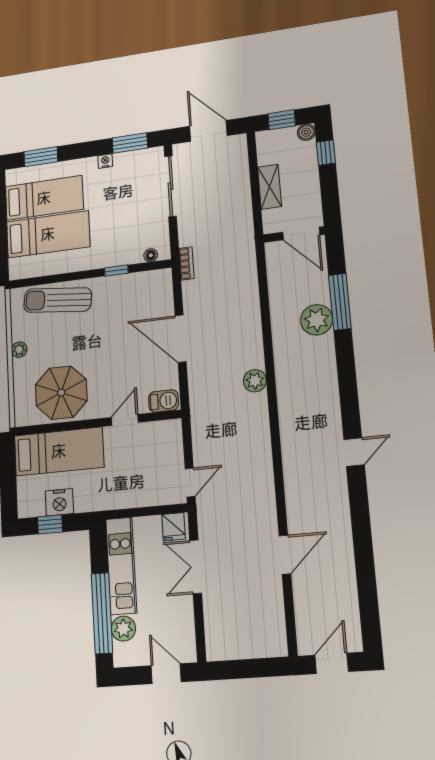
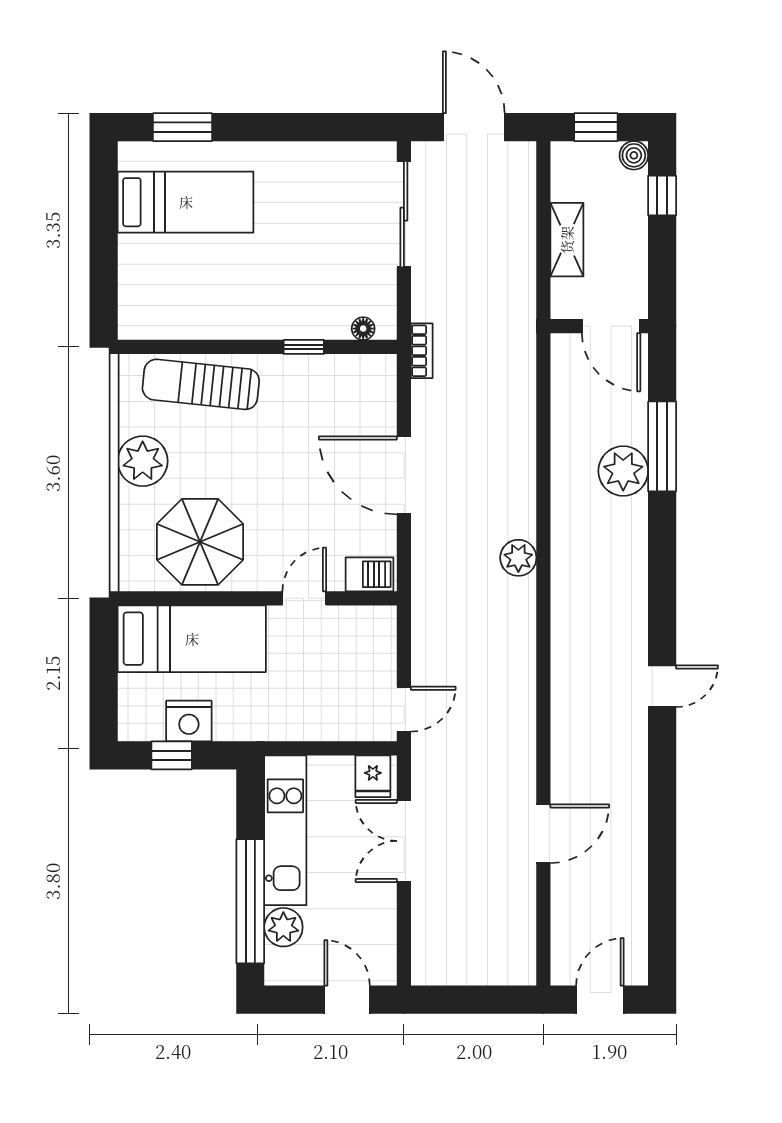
window: (130, 143) -> (339, 127), removed
nightstand: (105, 161) -> (295, 153), removed
bed: (48, 234) -> (189, 268), removed
plant: (19, 350) -> (143, 461), width x1.87, depth x1.87

